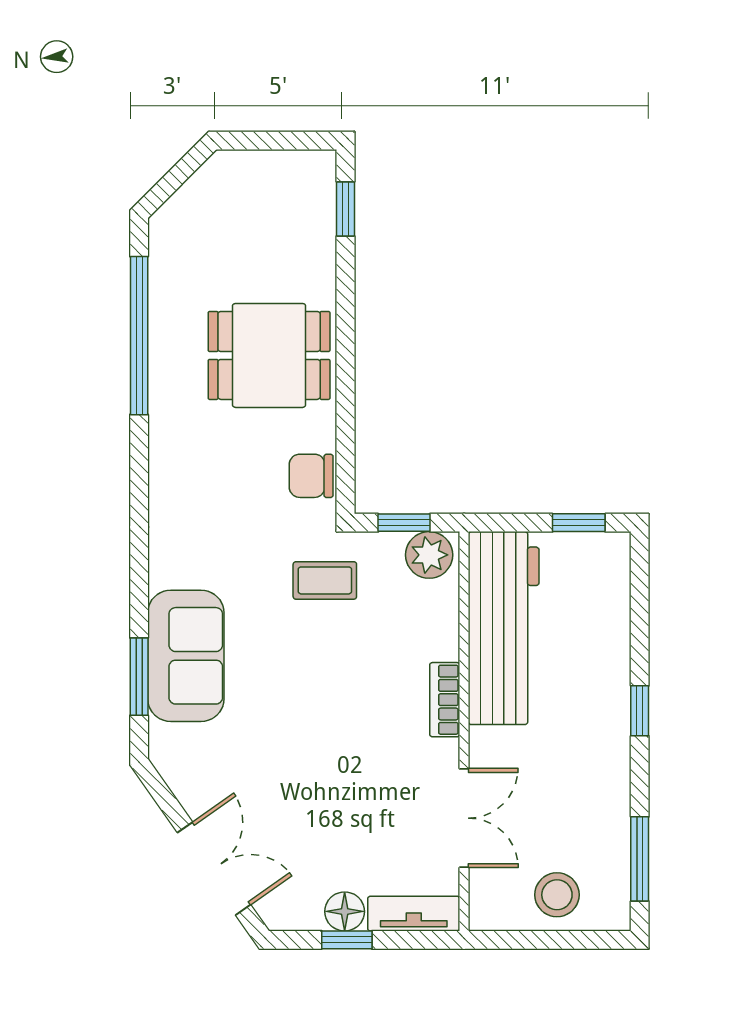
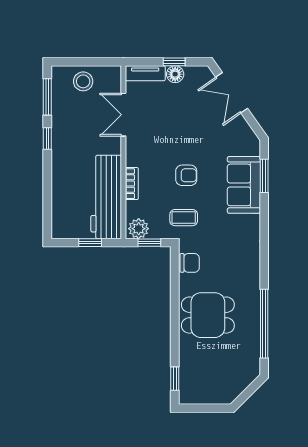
window: (579, 523) -> (90, 243), moved
armchair: (319, 678) -> (186, 175), added
bookcase: (445, 700) -> (132, 184), moved
window: (640, 711) -> (47, 139), moved

